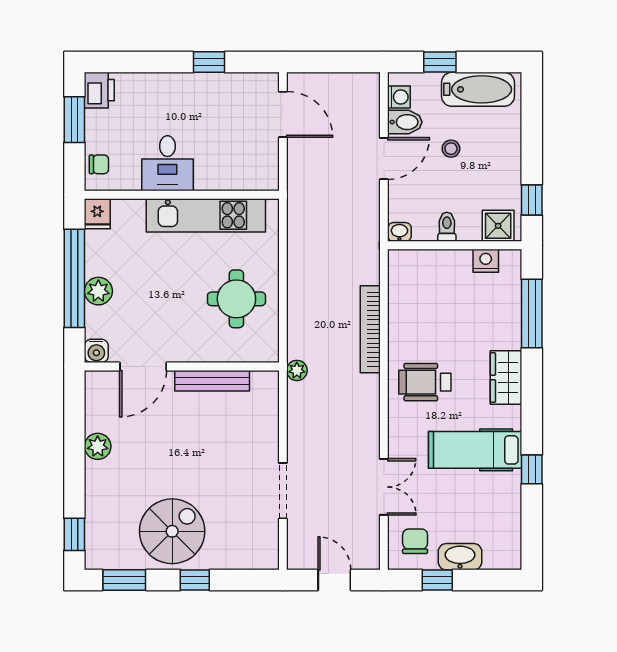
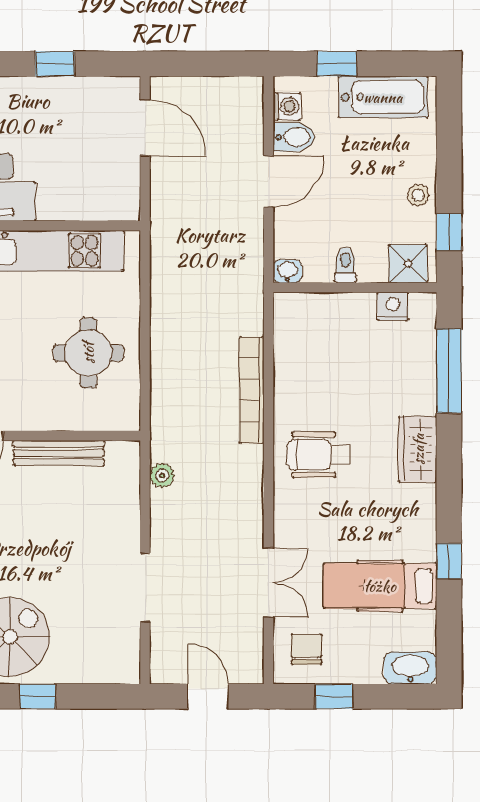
stool: (451, 149) -> (418, 195), moved
plant: (297, 370) -> (162, 475), moved
hospital bed: (475, 450) -> (380, 586), moved
washbasin: (460, 557) -> (410, 668), moved

